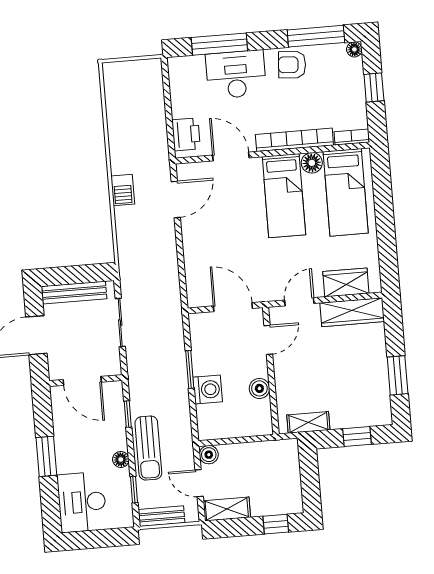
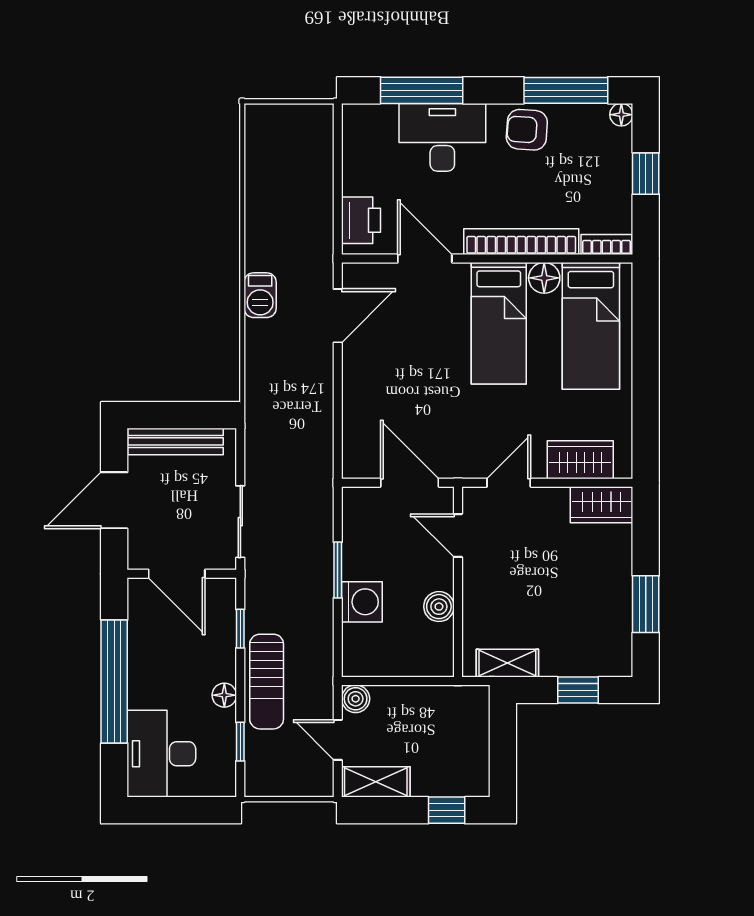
wardrobe: (352, 312) -> (602, 505), width x0.67
sliding door: (120, 322) -> (240, 522), moved
door: (268, 340) -> (458, 536), swing flipped
window: (46, 456) -> (114, 682), width x2.11
bench: (162, 516) -> (278, 784), removed

